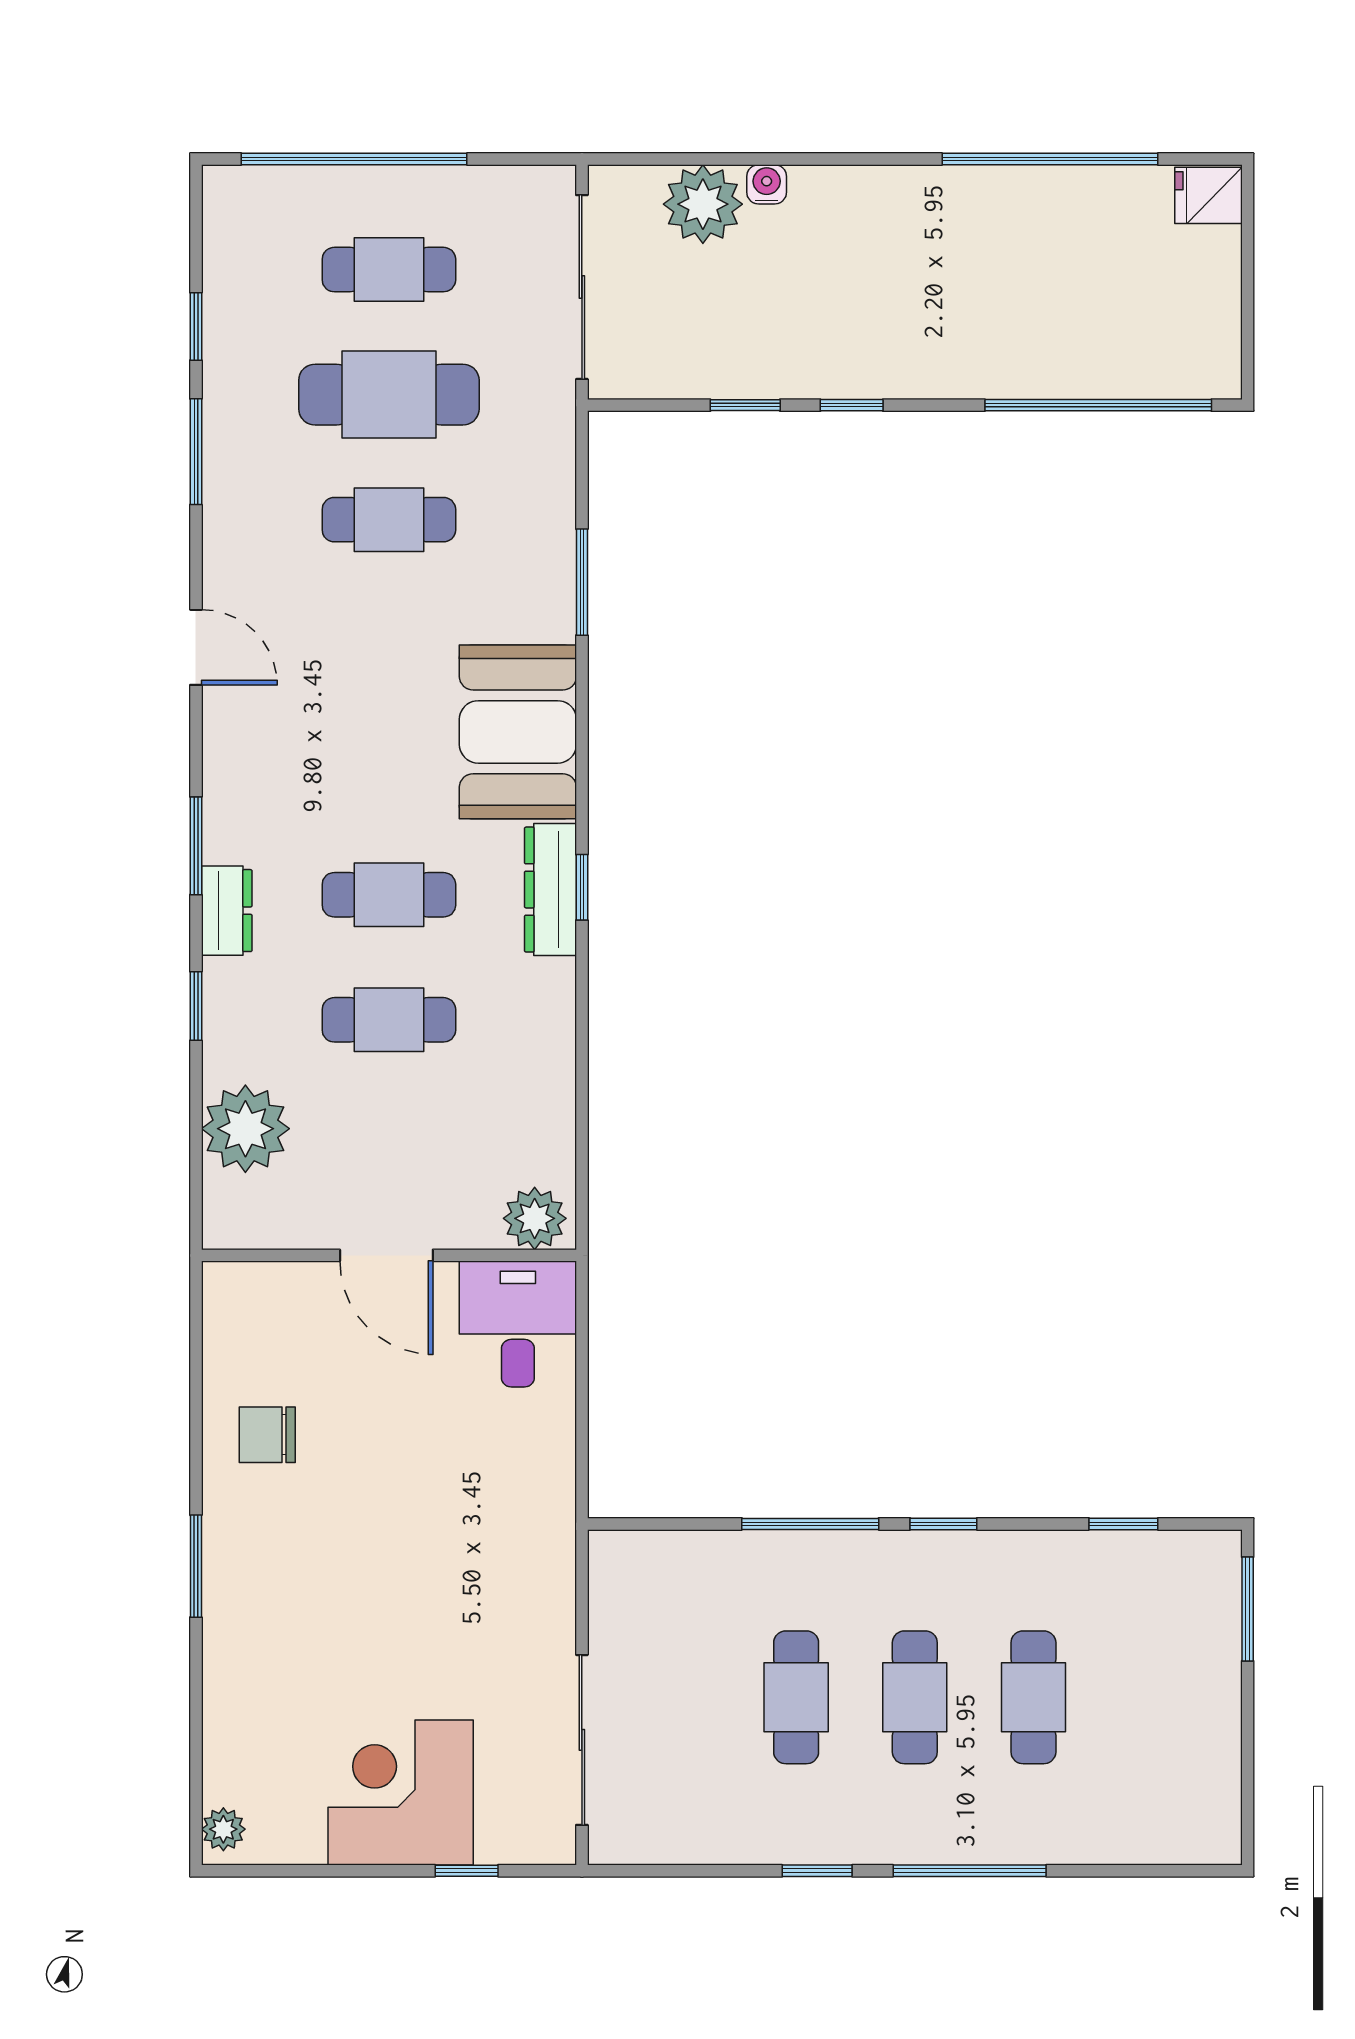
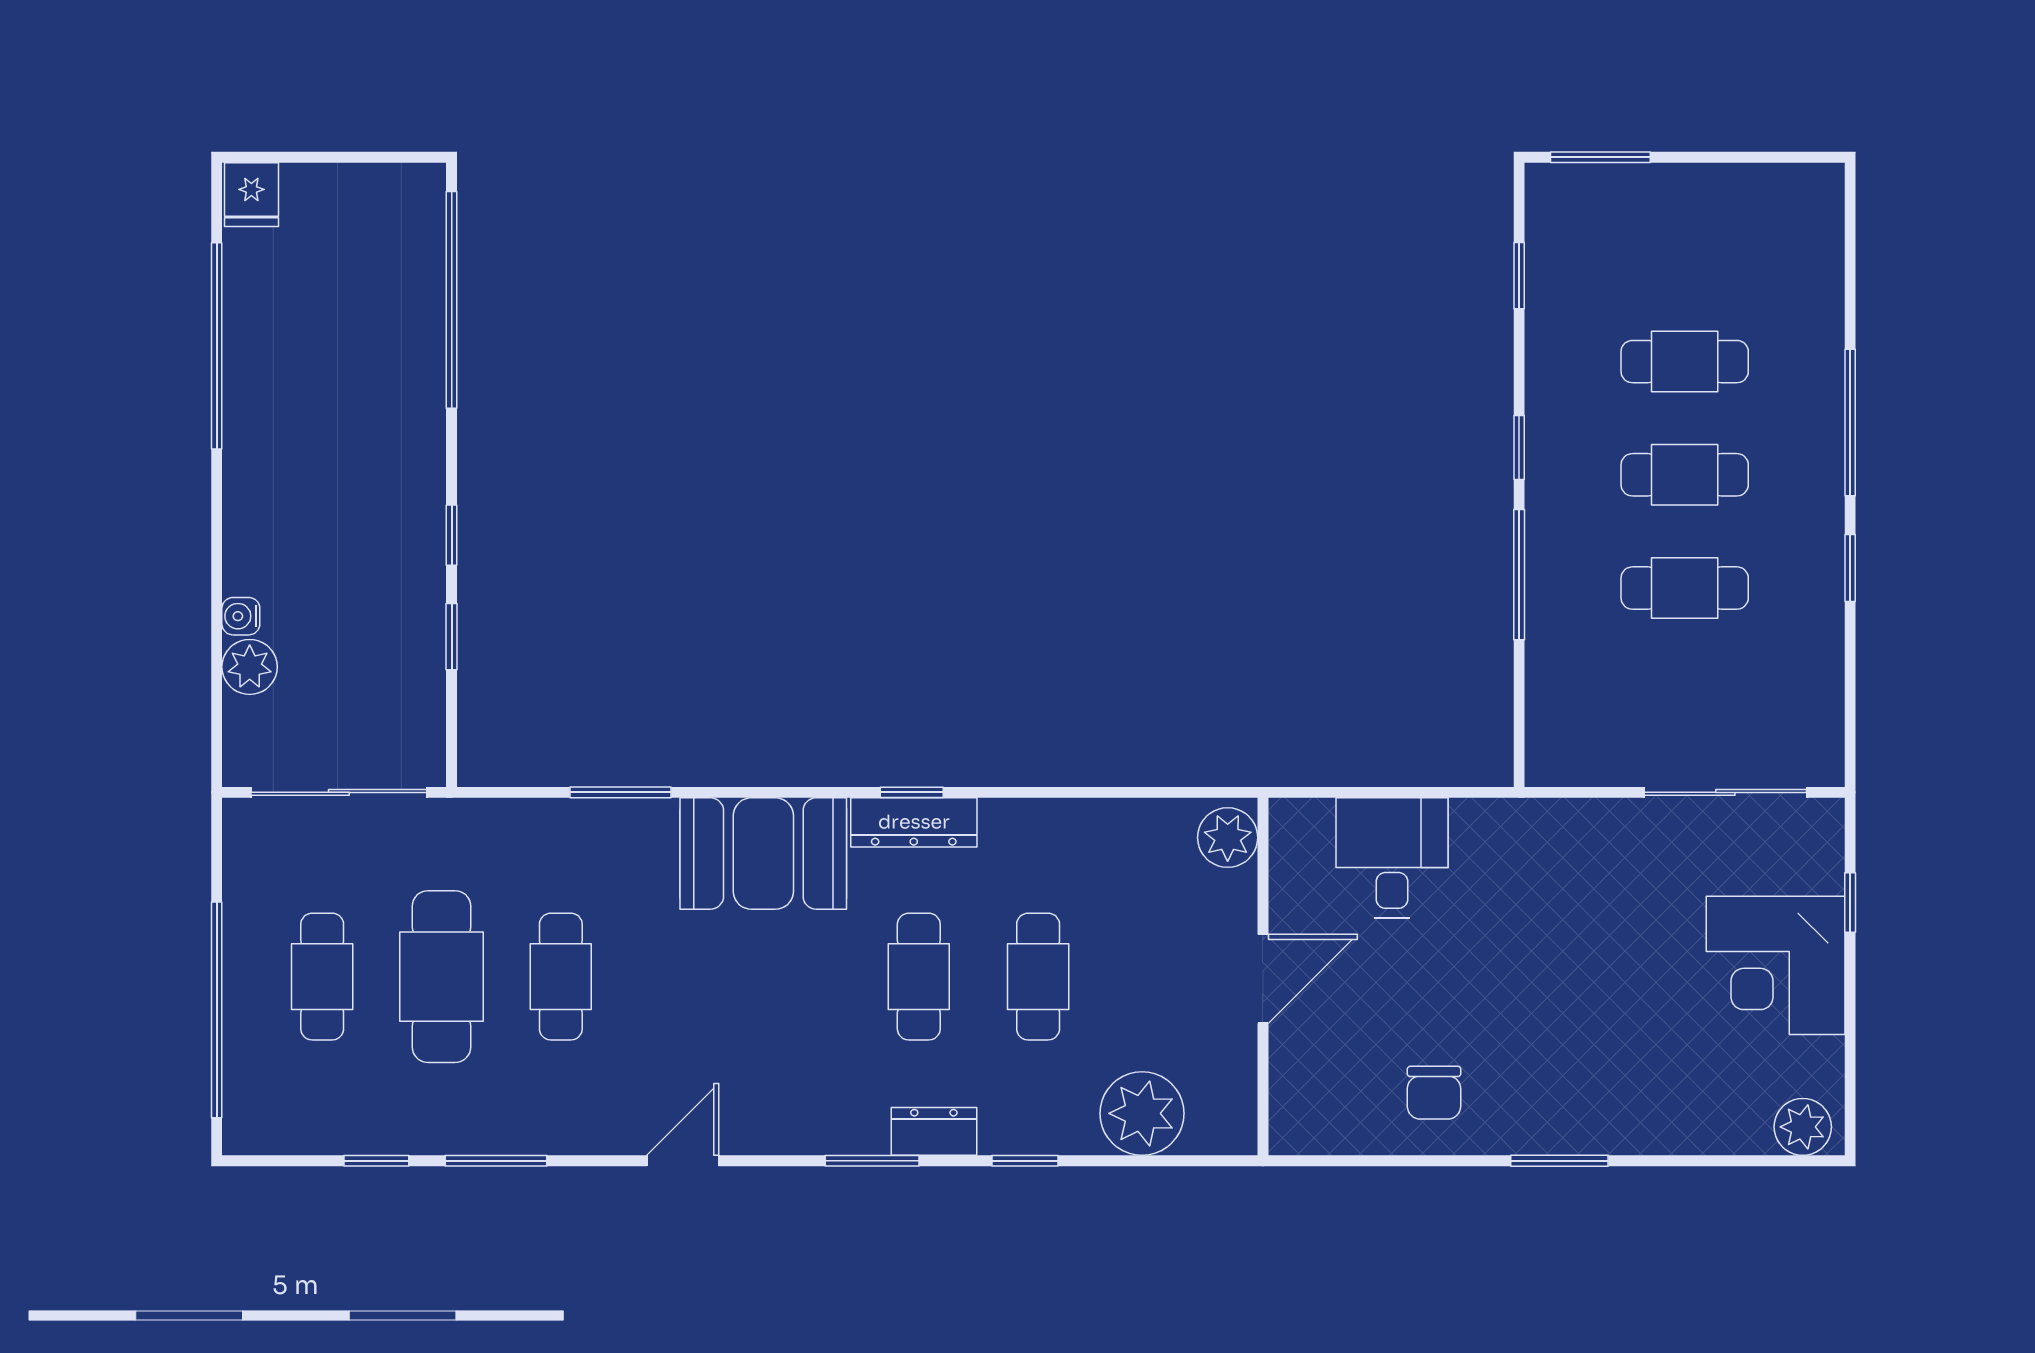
plant: (703, 204) -> (250, 667), width x0.73, depth x0.73
desk: (518, 1324) -> (1392, 858), moved, turned 90
plant: (223, 1829) -> (1803, 1127), width x1.38, depth x1.38

